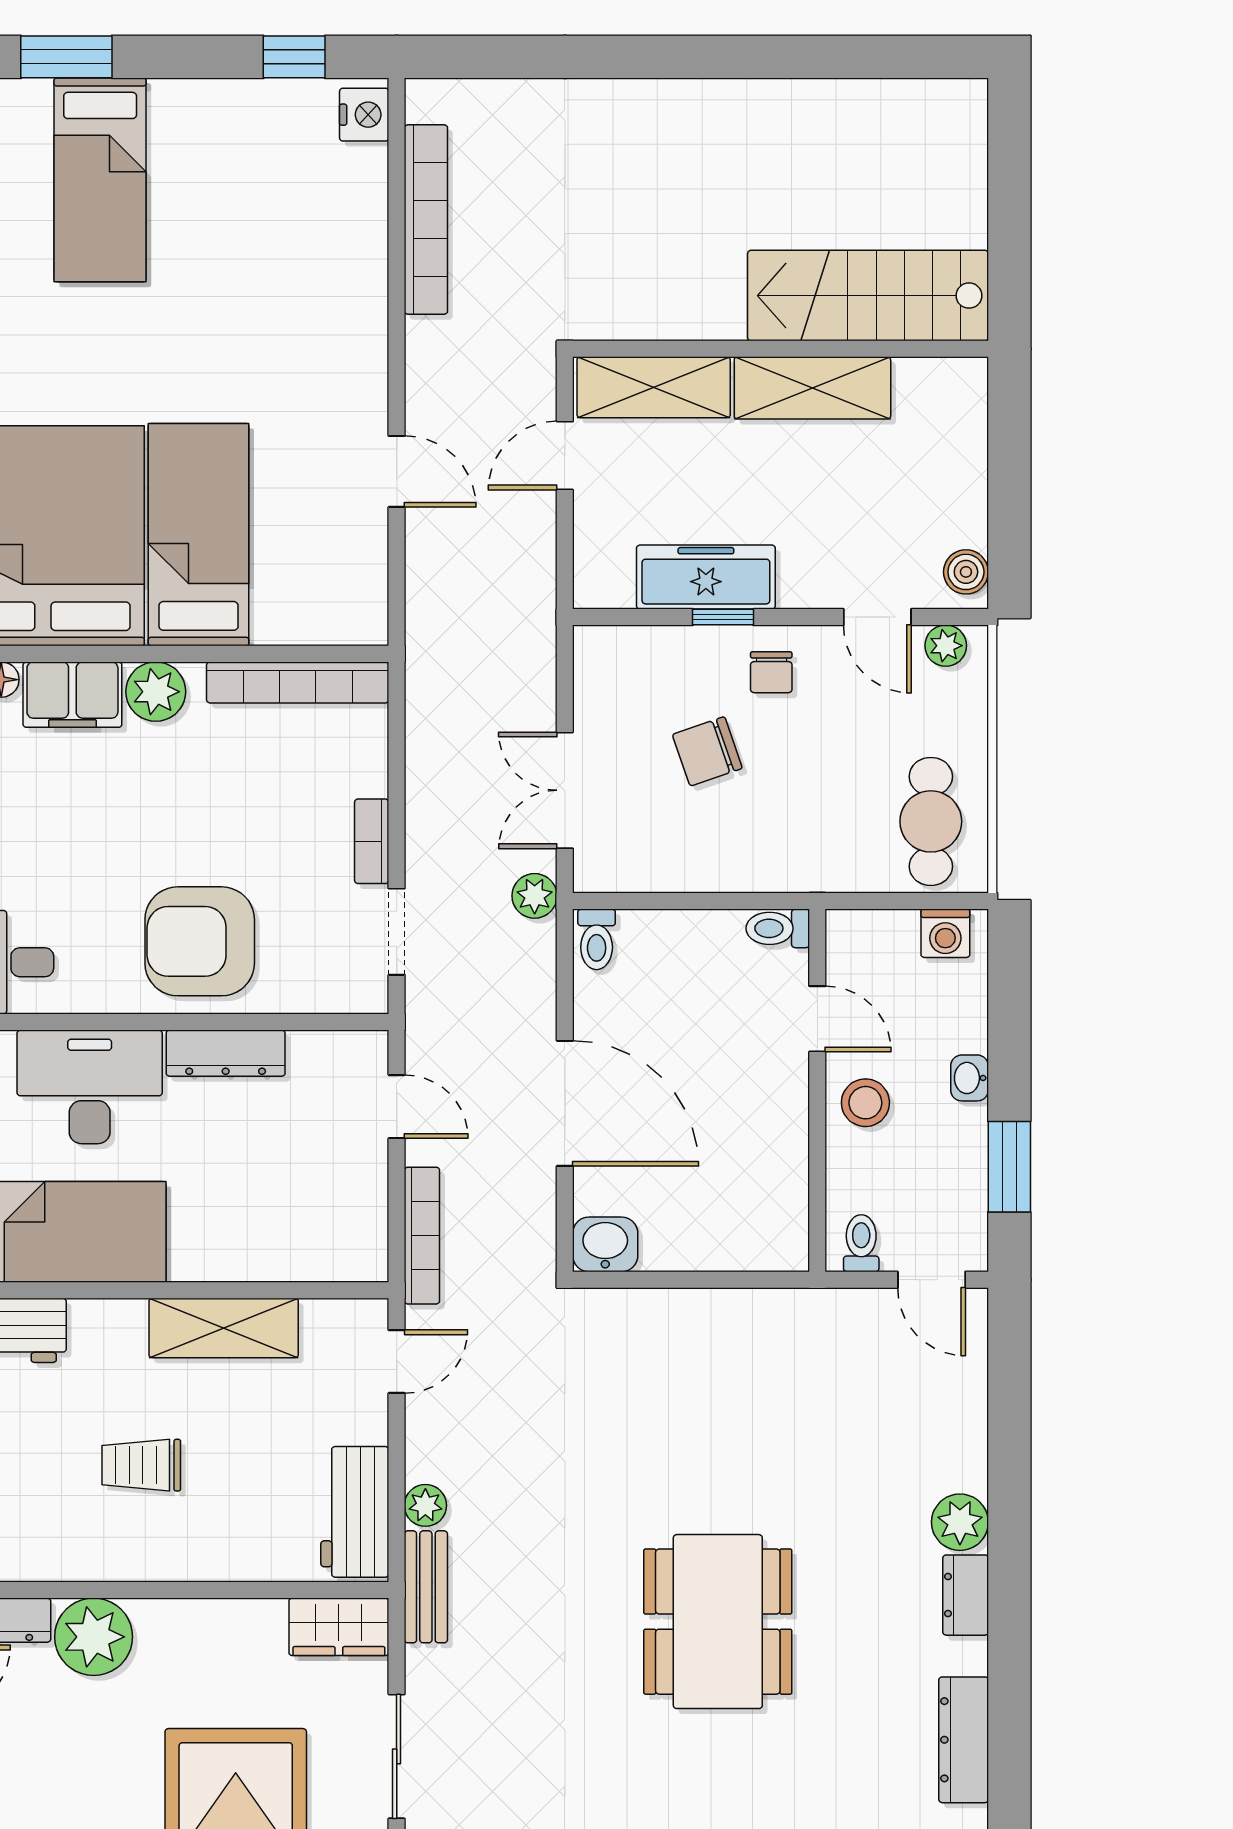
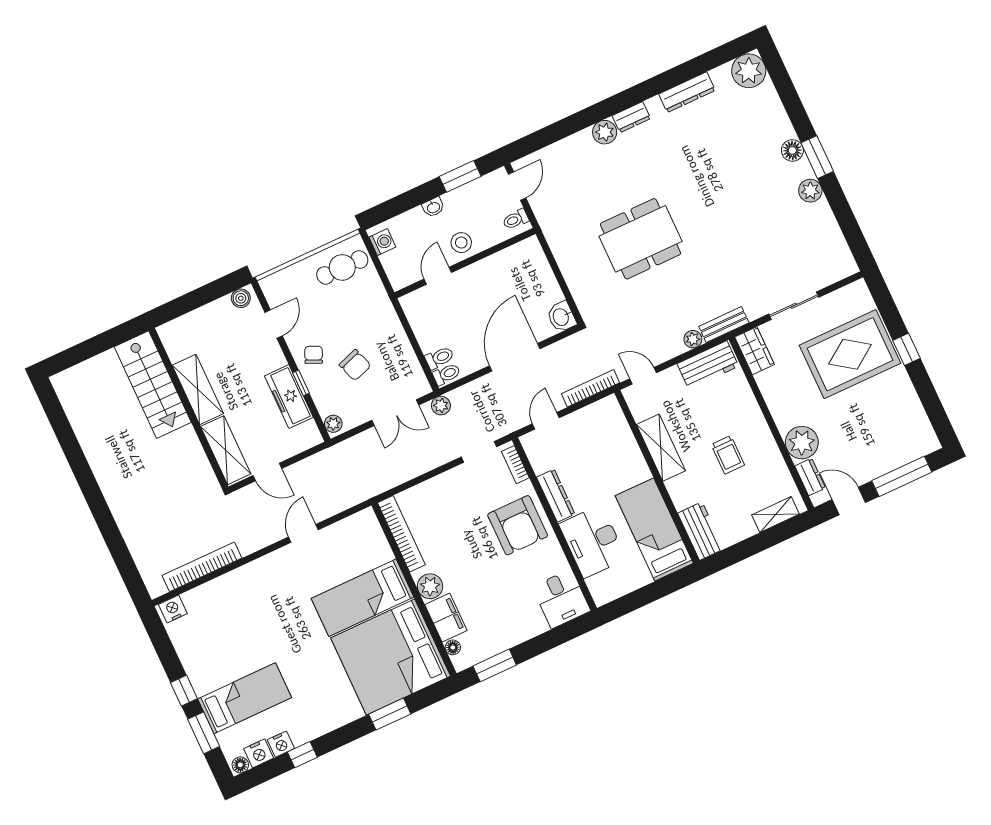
window: (294, 57) -> (184, 691), moved
plant: (946, 646) -> (333, 424), moved
chair: (771, 672) -> (314, 355), turned -66
bookcase: (372, 841) -> (515, 465), moved, turned 90
toilet: (778, 928) -> (439, 358), moved, turned -90
dining table: (718, 1622) -> (641, 239), moved

